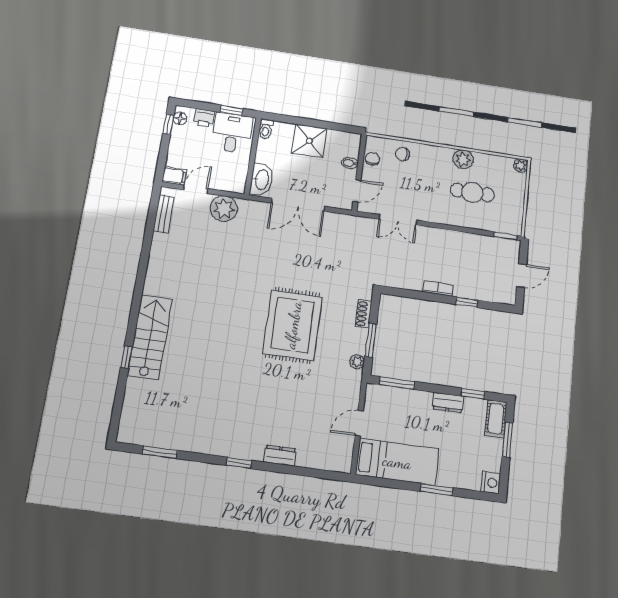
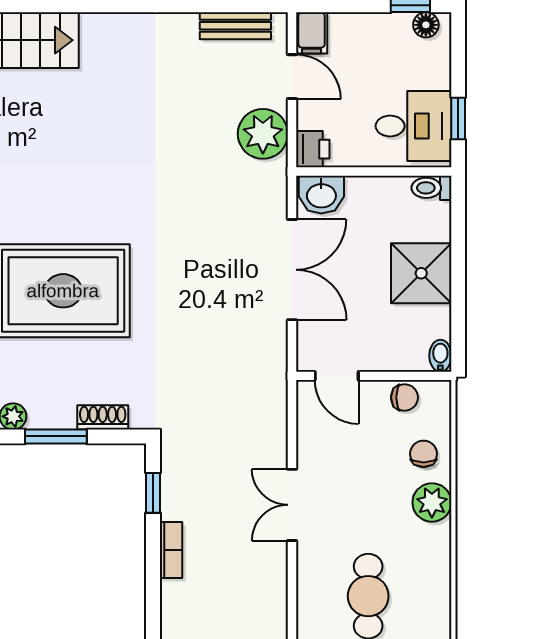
printer: (204, 118) -> (313, 149), moved, turned 180
plant: (463, 159) -> (432, 502), moved
bidet: (350, 163) -> (440, 356), moved
washbasin: (261, 180) -> (321, 195), width x0.72
double door: (298, 205) -> (292, 270), swing flipped
double door: (398, 220) -> (292, 505), moved
window: (467, 302) -> (153, 493), moved

